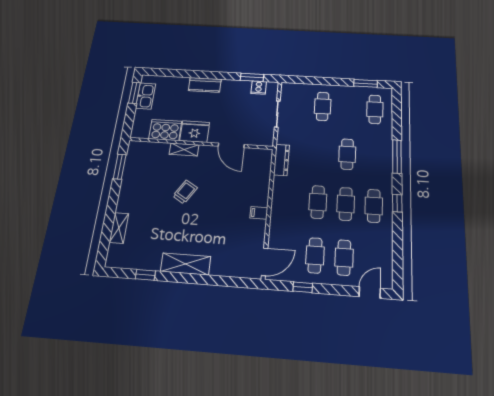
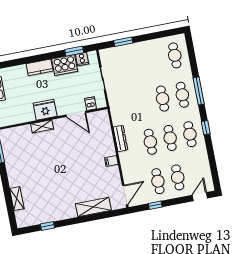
window: (365, 83) -> (123, 42), moved
cafe table: (323, 106) -> (182, 95), moved
cooker: (165, 130) -> (65, 65), moved, turned 180
dishwasher: (253, 138) -> (91, 104), added
dresser: (281, 160) -> (120, 138), moved
trolley: (185, 192) -> (54, 159), removed
shelving: (186, 264) -> (93, 207), moved

